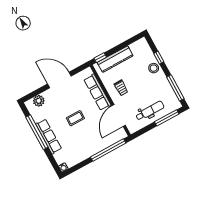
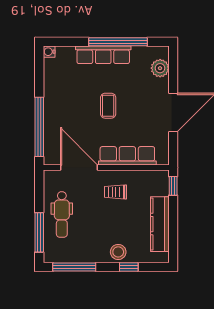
kitchen counter: (115, 59) -> (160, 224), moved

